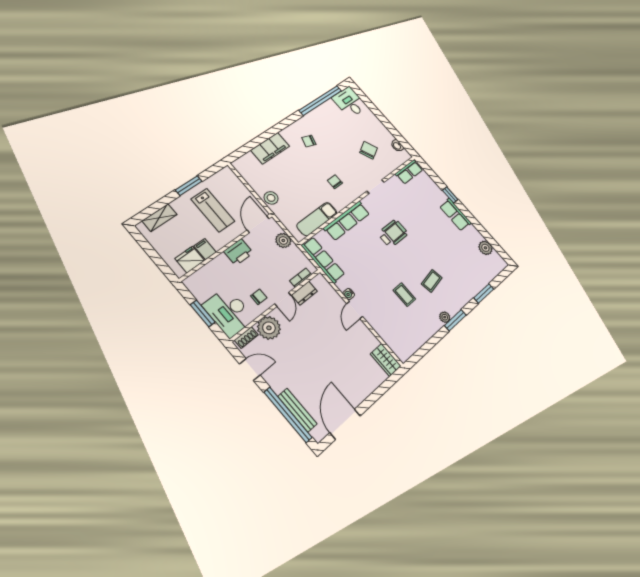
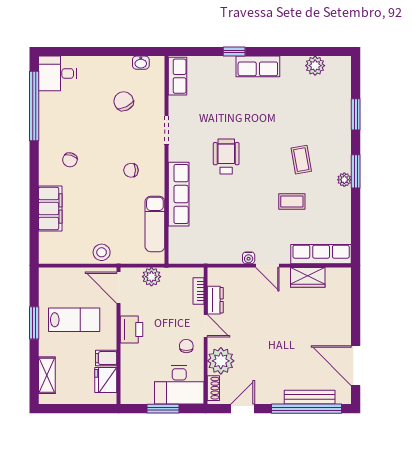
row of seats: (323, 260) -> (321, 254), moved
wardrobe: (386, 360) -> (308, 277), moved

